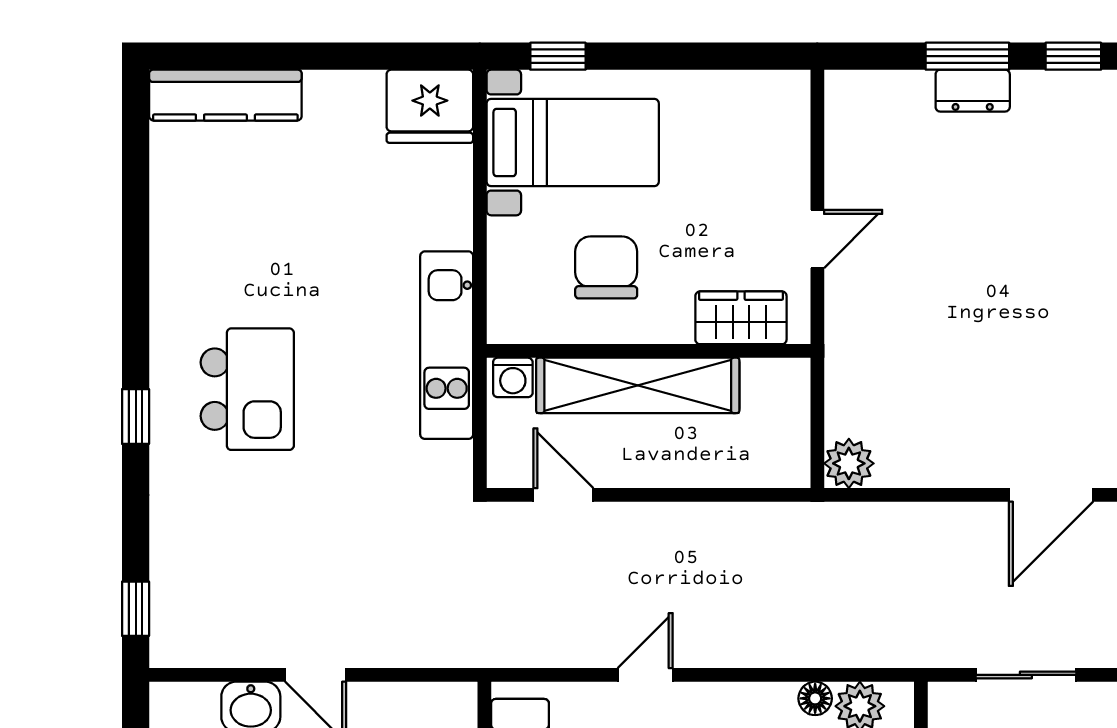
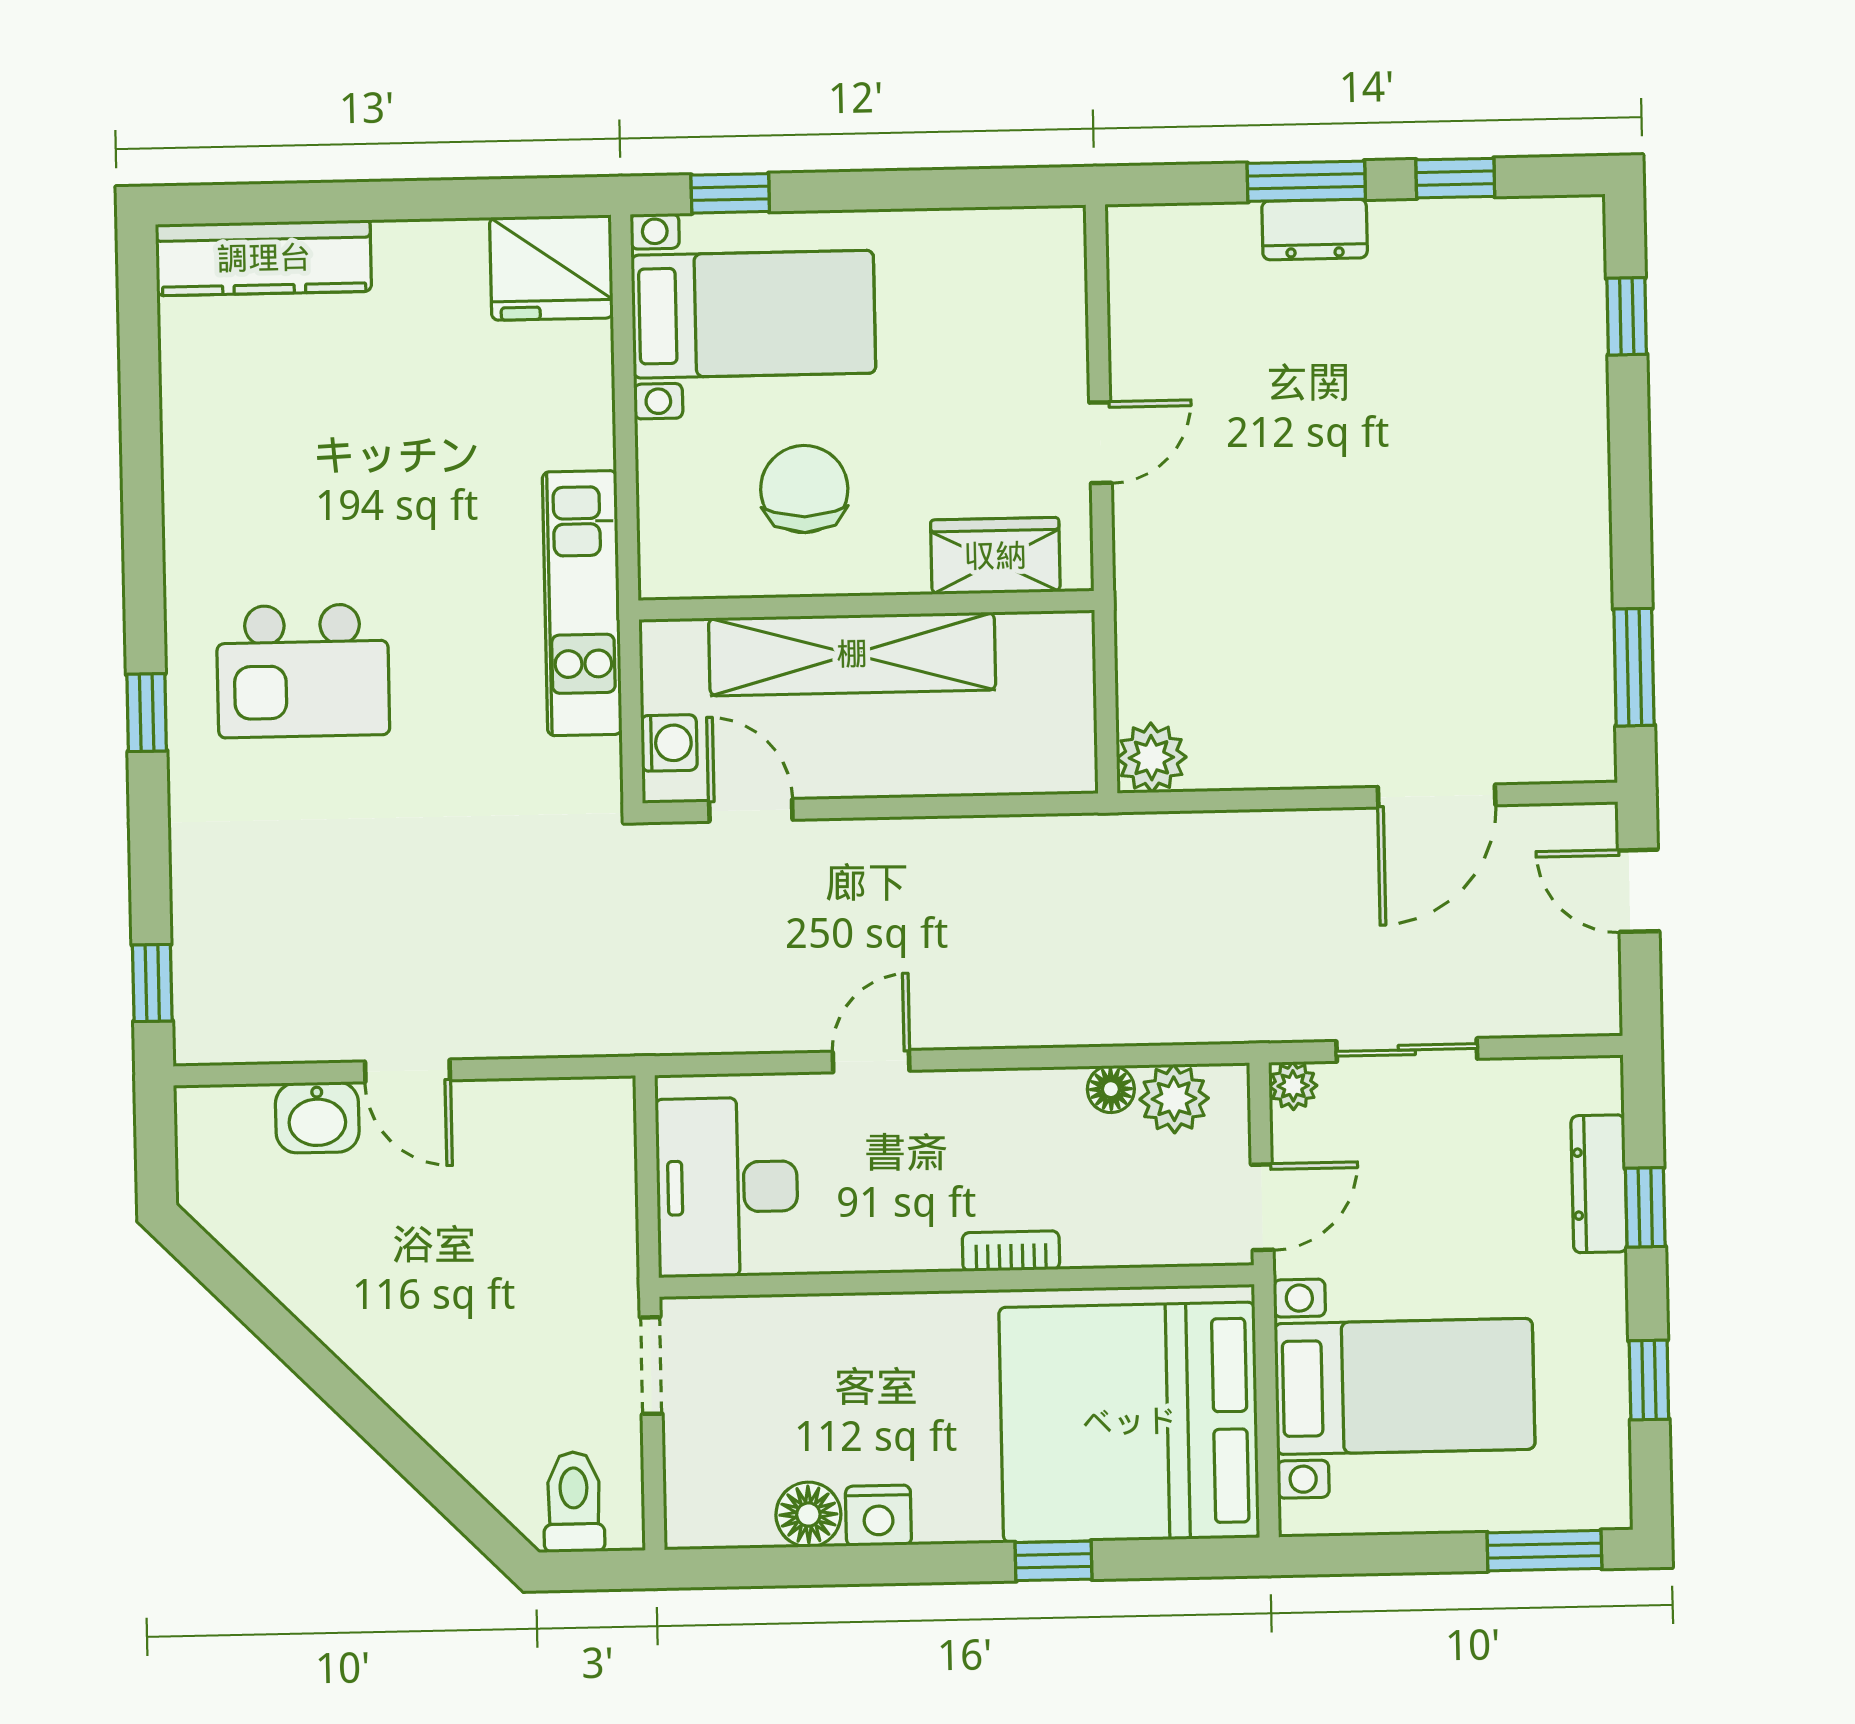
washing machine: (513, 377) -> (669, 743), moved, turned -90
kitchen island: (247, 389) -> (303, 671), turned 90
plant: (945, 699) -> (1293, 1086), added

